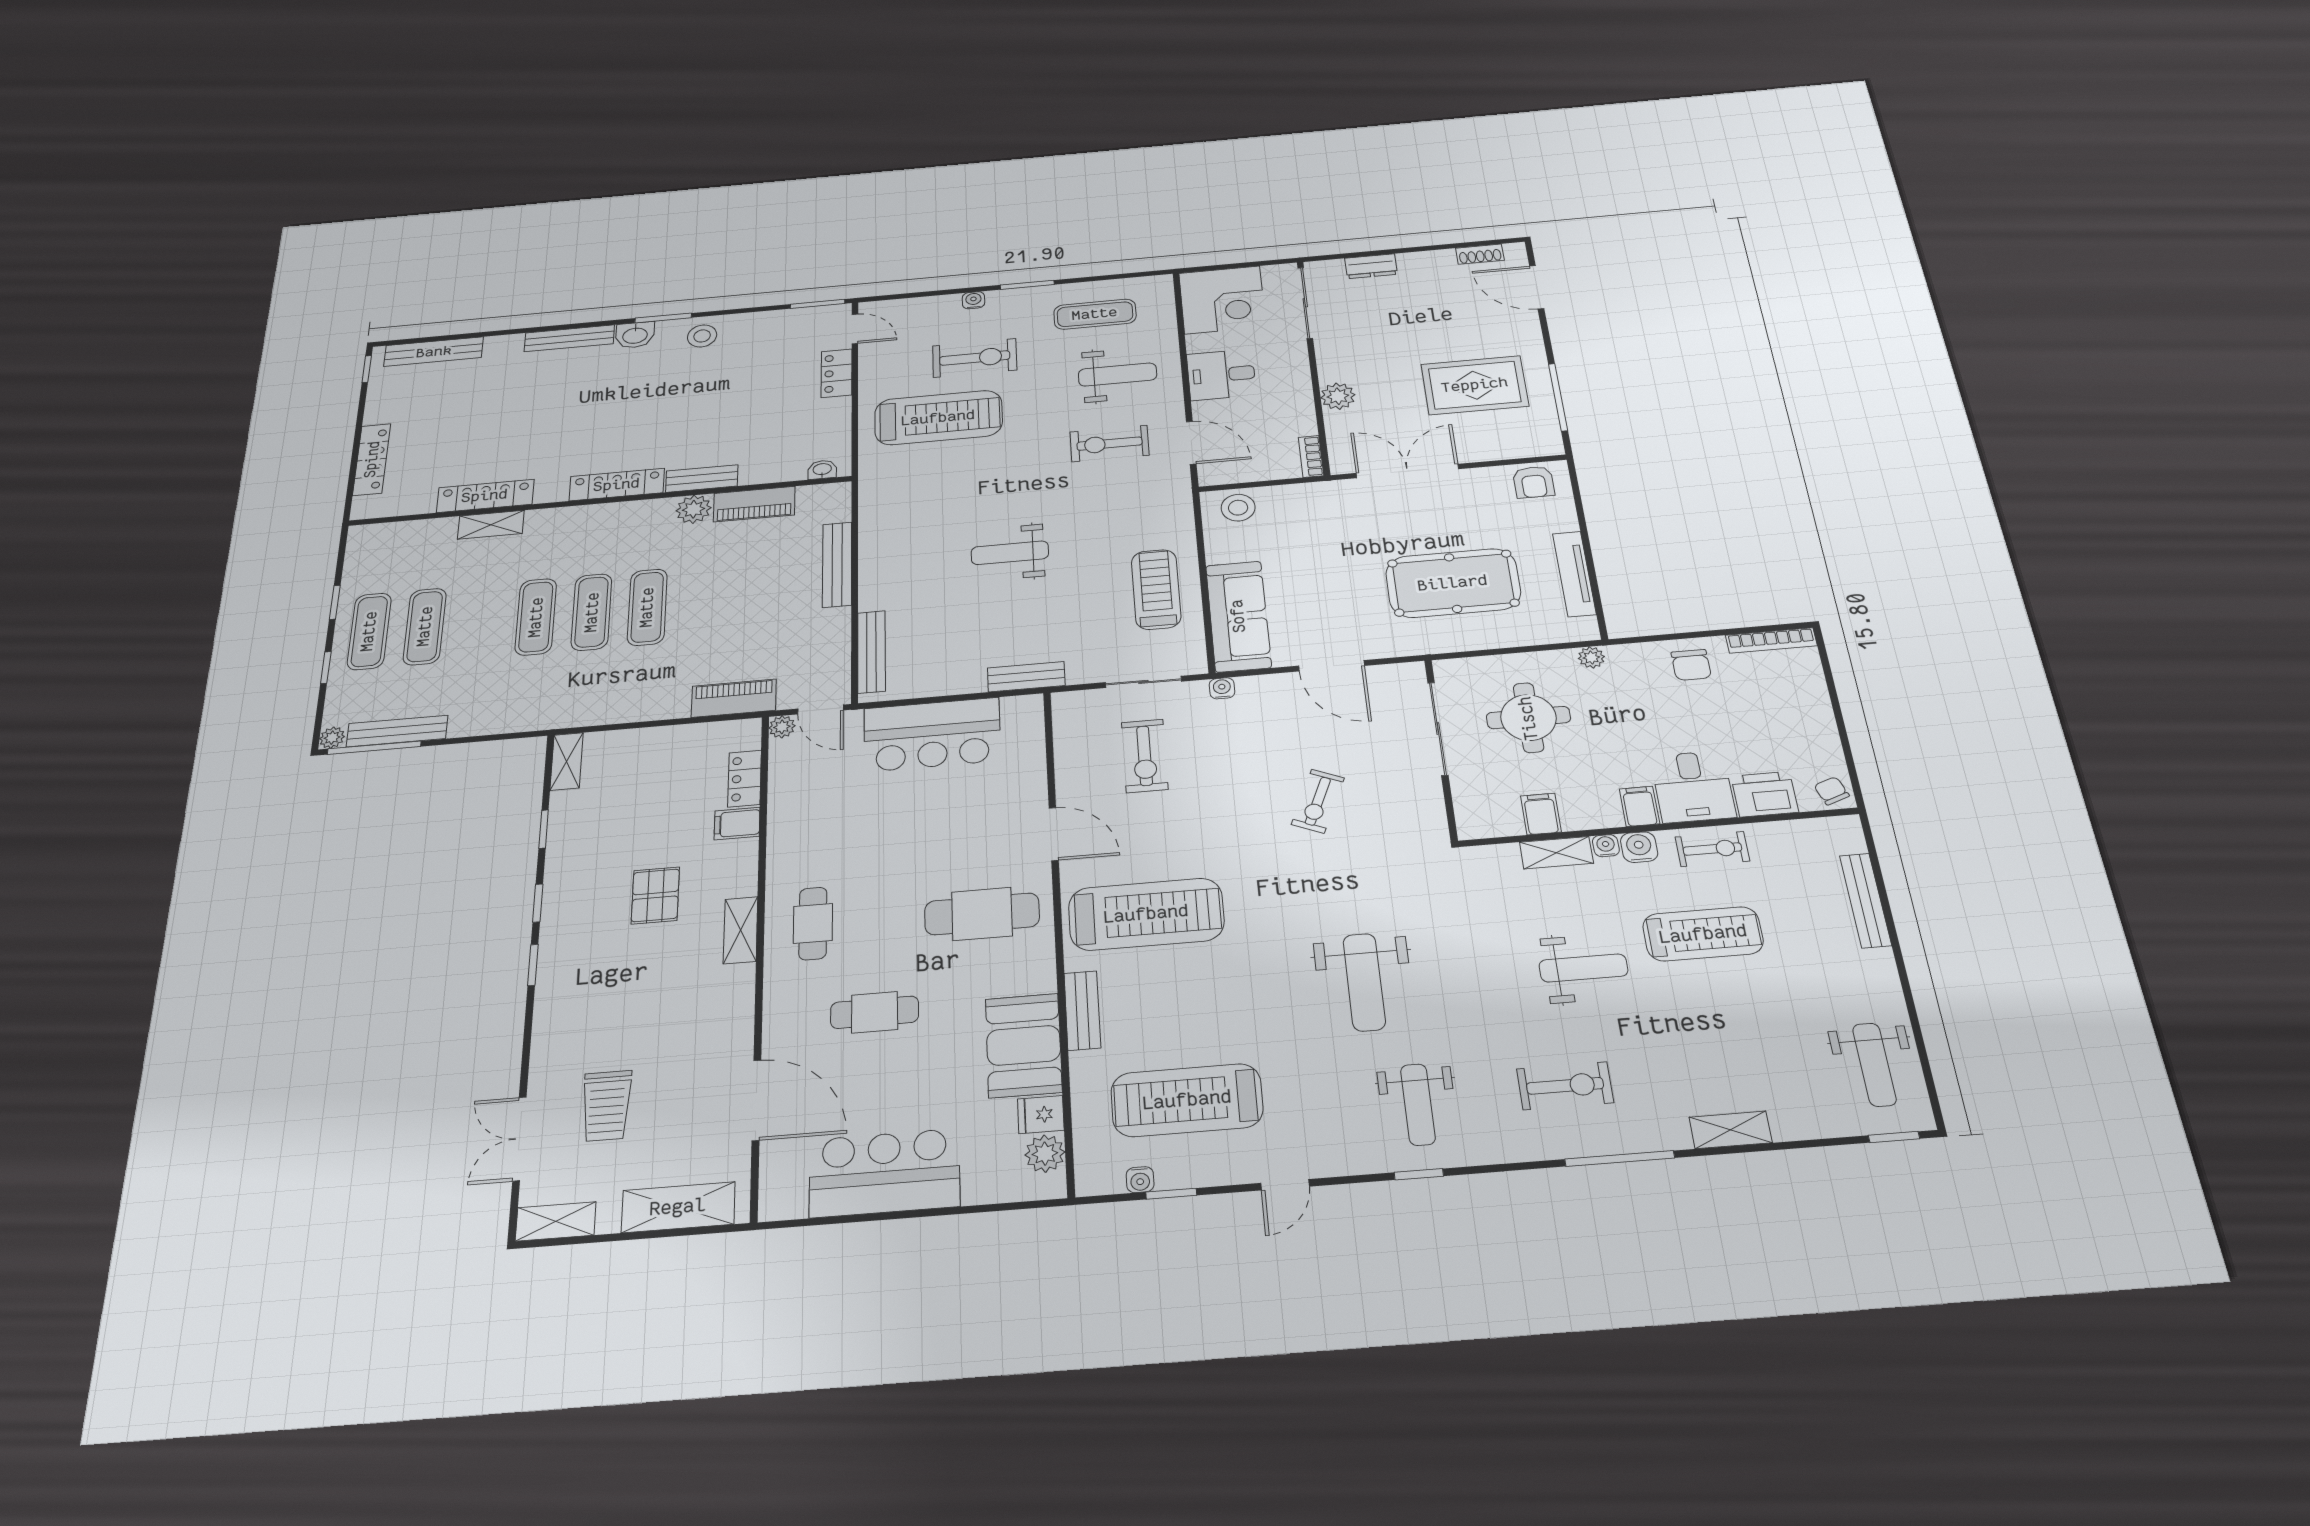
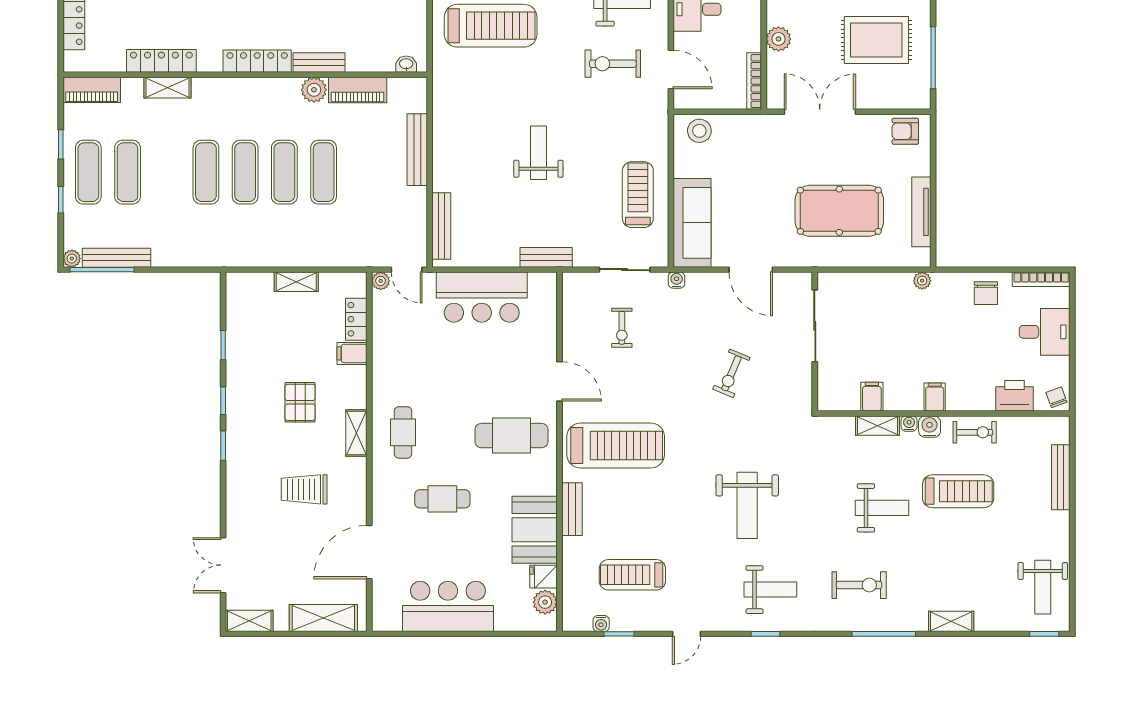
bookcase: (1311, 456) -> (754, 81), width x1.56
armchair: (1534, 482) -> (905, 131), turned 90
weight bench: (1010, 553) -> (538, 153), turned 90
exercise mat: (703, 602) -> (324, 172), added
piano: (734, 698) -> (92, 90), moved, turned 180
round table: (1528, 718) -> (874, 323), removed
exercise bike: (1145, 756) -> (622, 328), width x0.73, depth x0.72
shelving: (567, 761) -> (296, 282), moved, turned 90
desk: (1693, 787) -> (1045, 332), moved, turned -90
door: (756, 1100) -> (369, 552), swing flipped
treadmill: (1187, 1100) -> (632, 575), width x0.73, depth x0.73
weight bench: (1418, 1105) -> (770, 590), turned -90
trolley: (607, 1106) -> (304, 489), moved, turned 90

